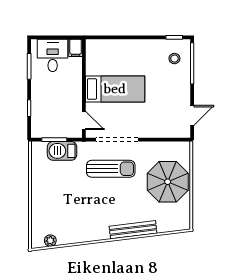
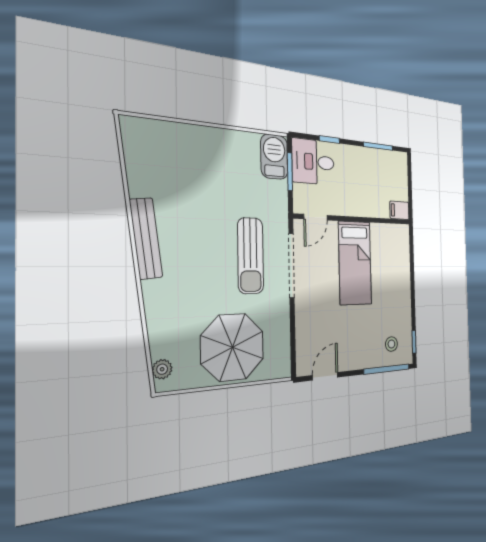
desk: (53, 55) -> (313, 162), moved, turned 180
door: (192, 115) -> (325, 376), swing flipped
barbecue: (62, 151) -> (274, 157), moved
bench: (133, 230) -> (146, 238), moved
plant: (50, 241) -> (162, 369), moved

